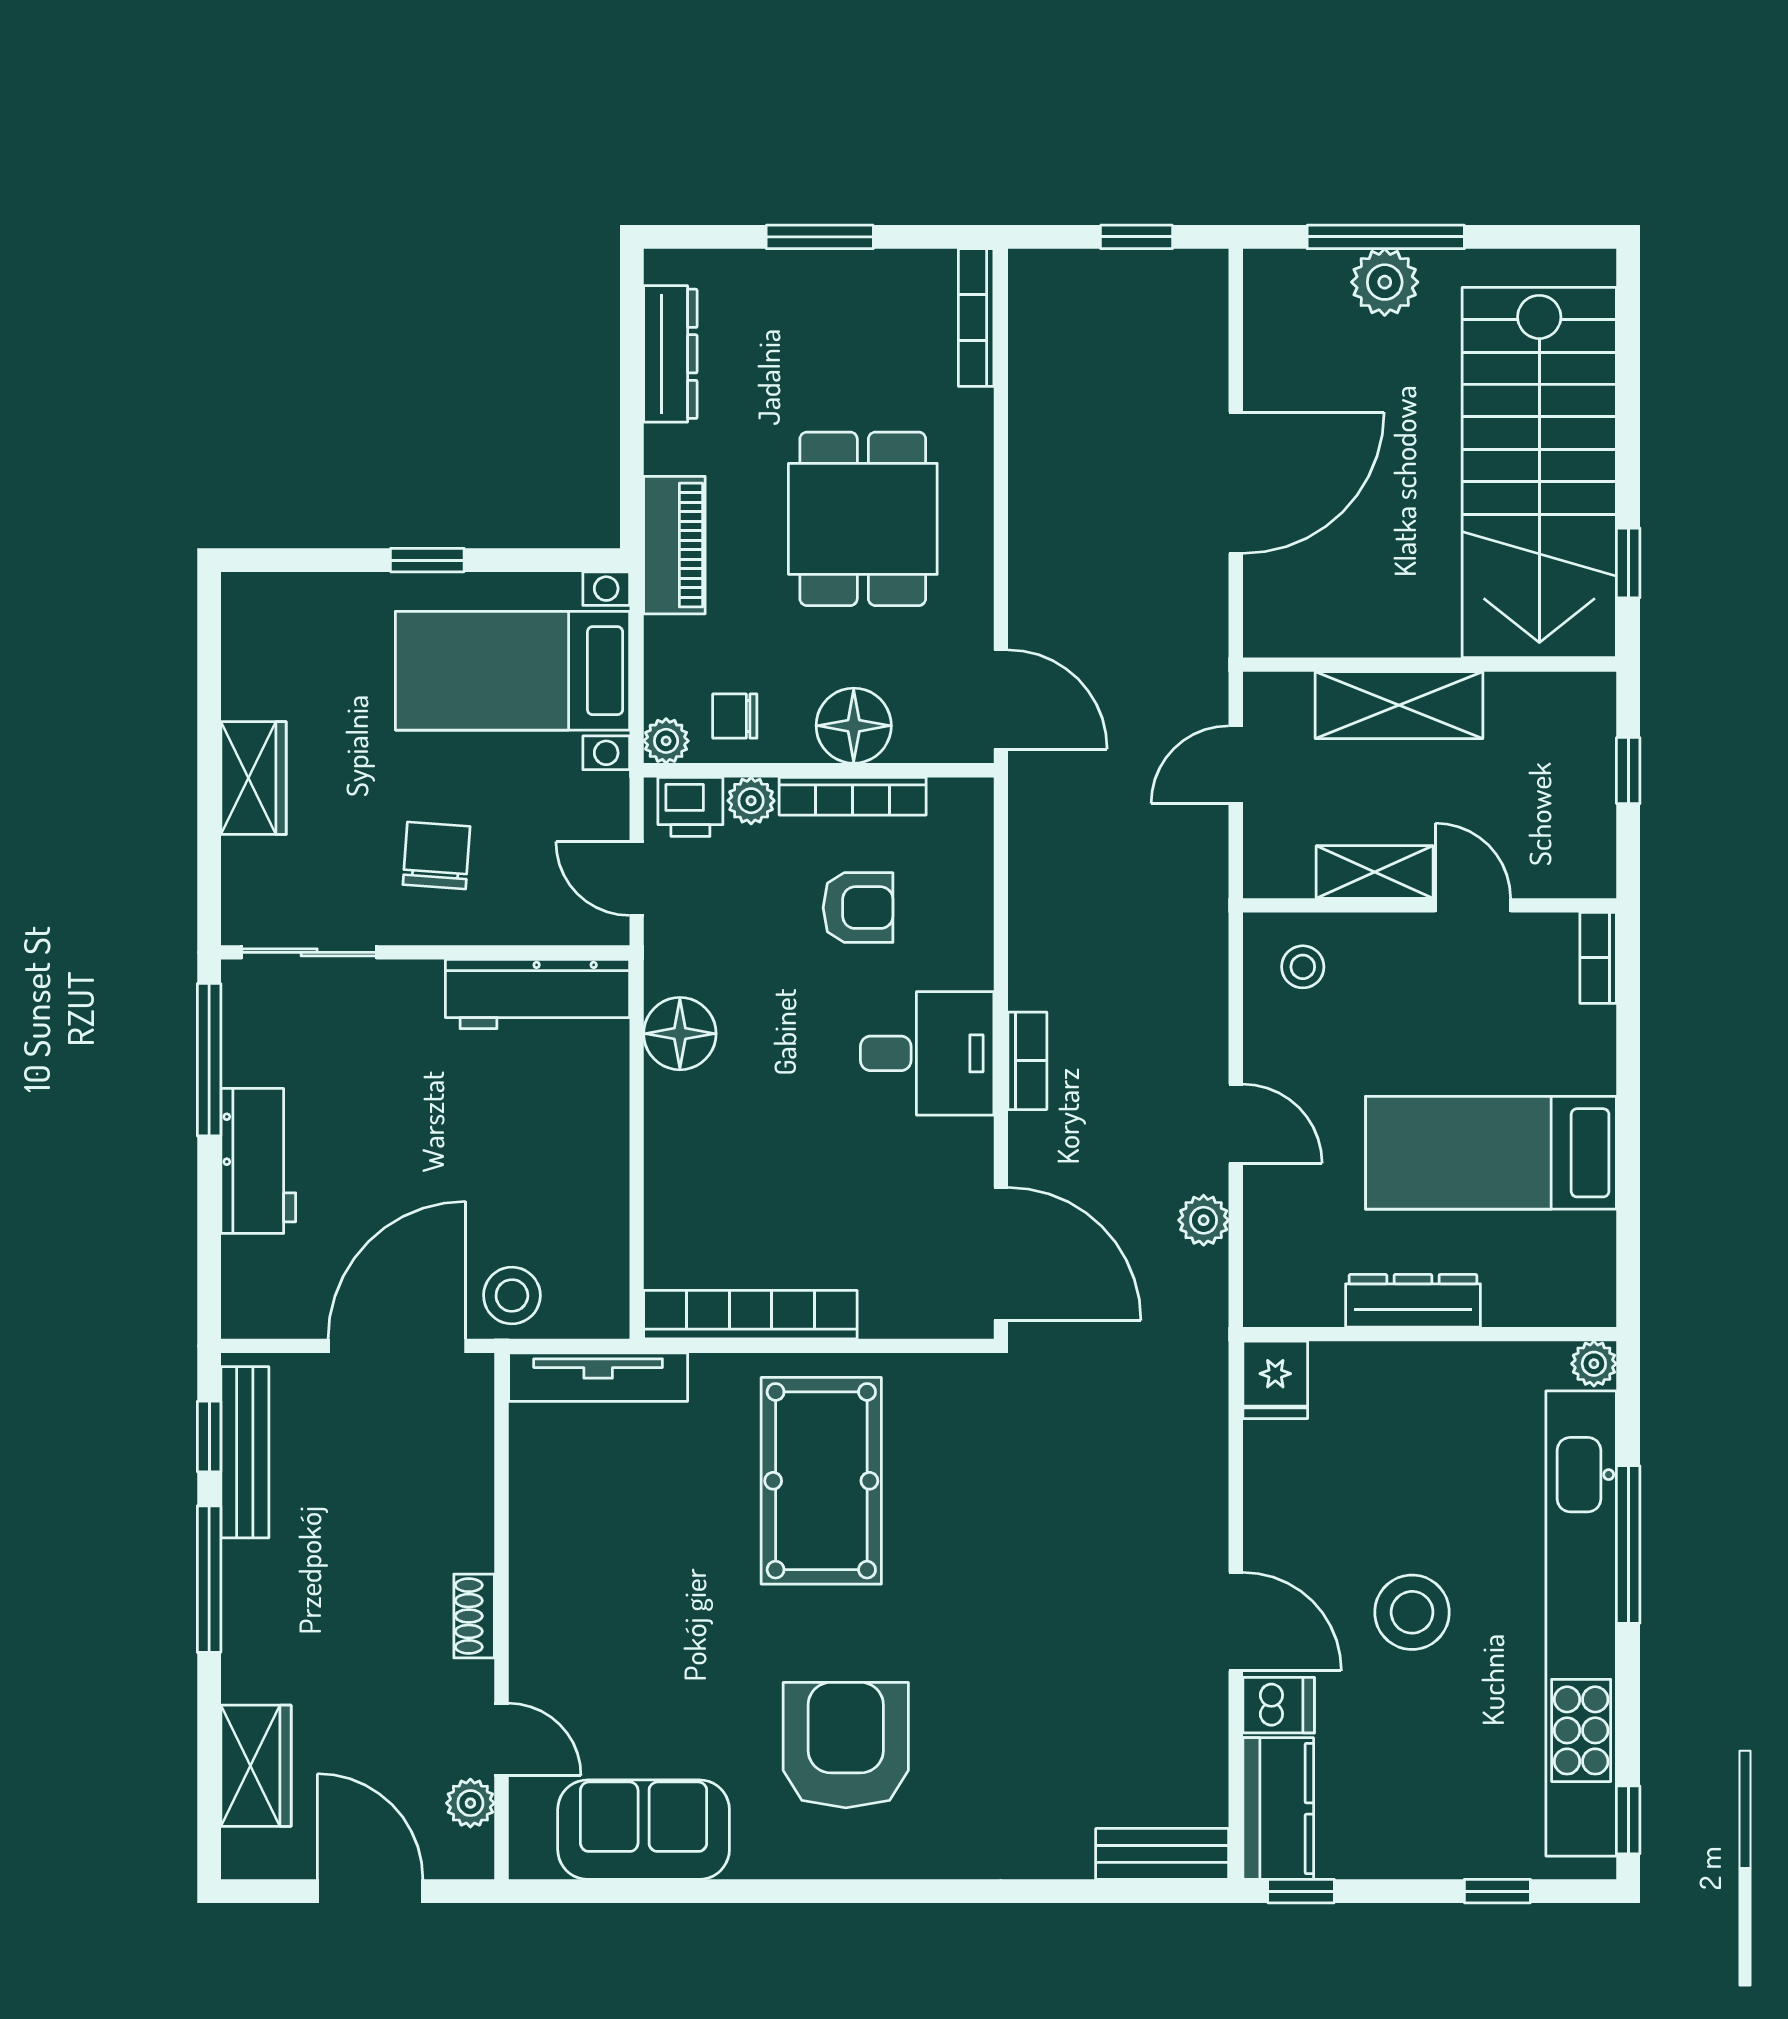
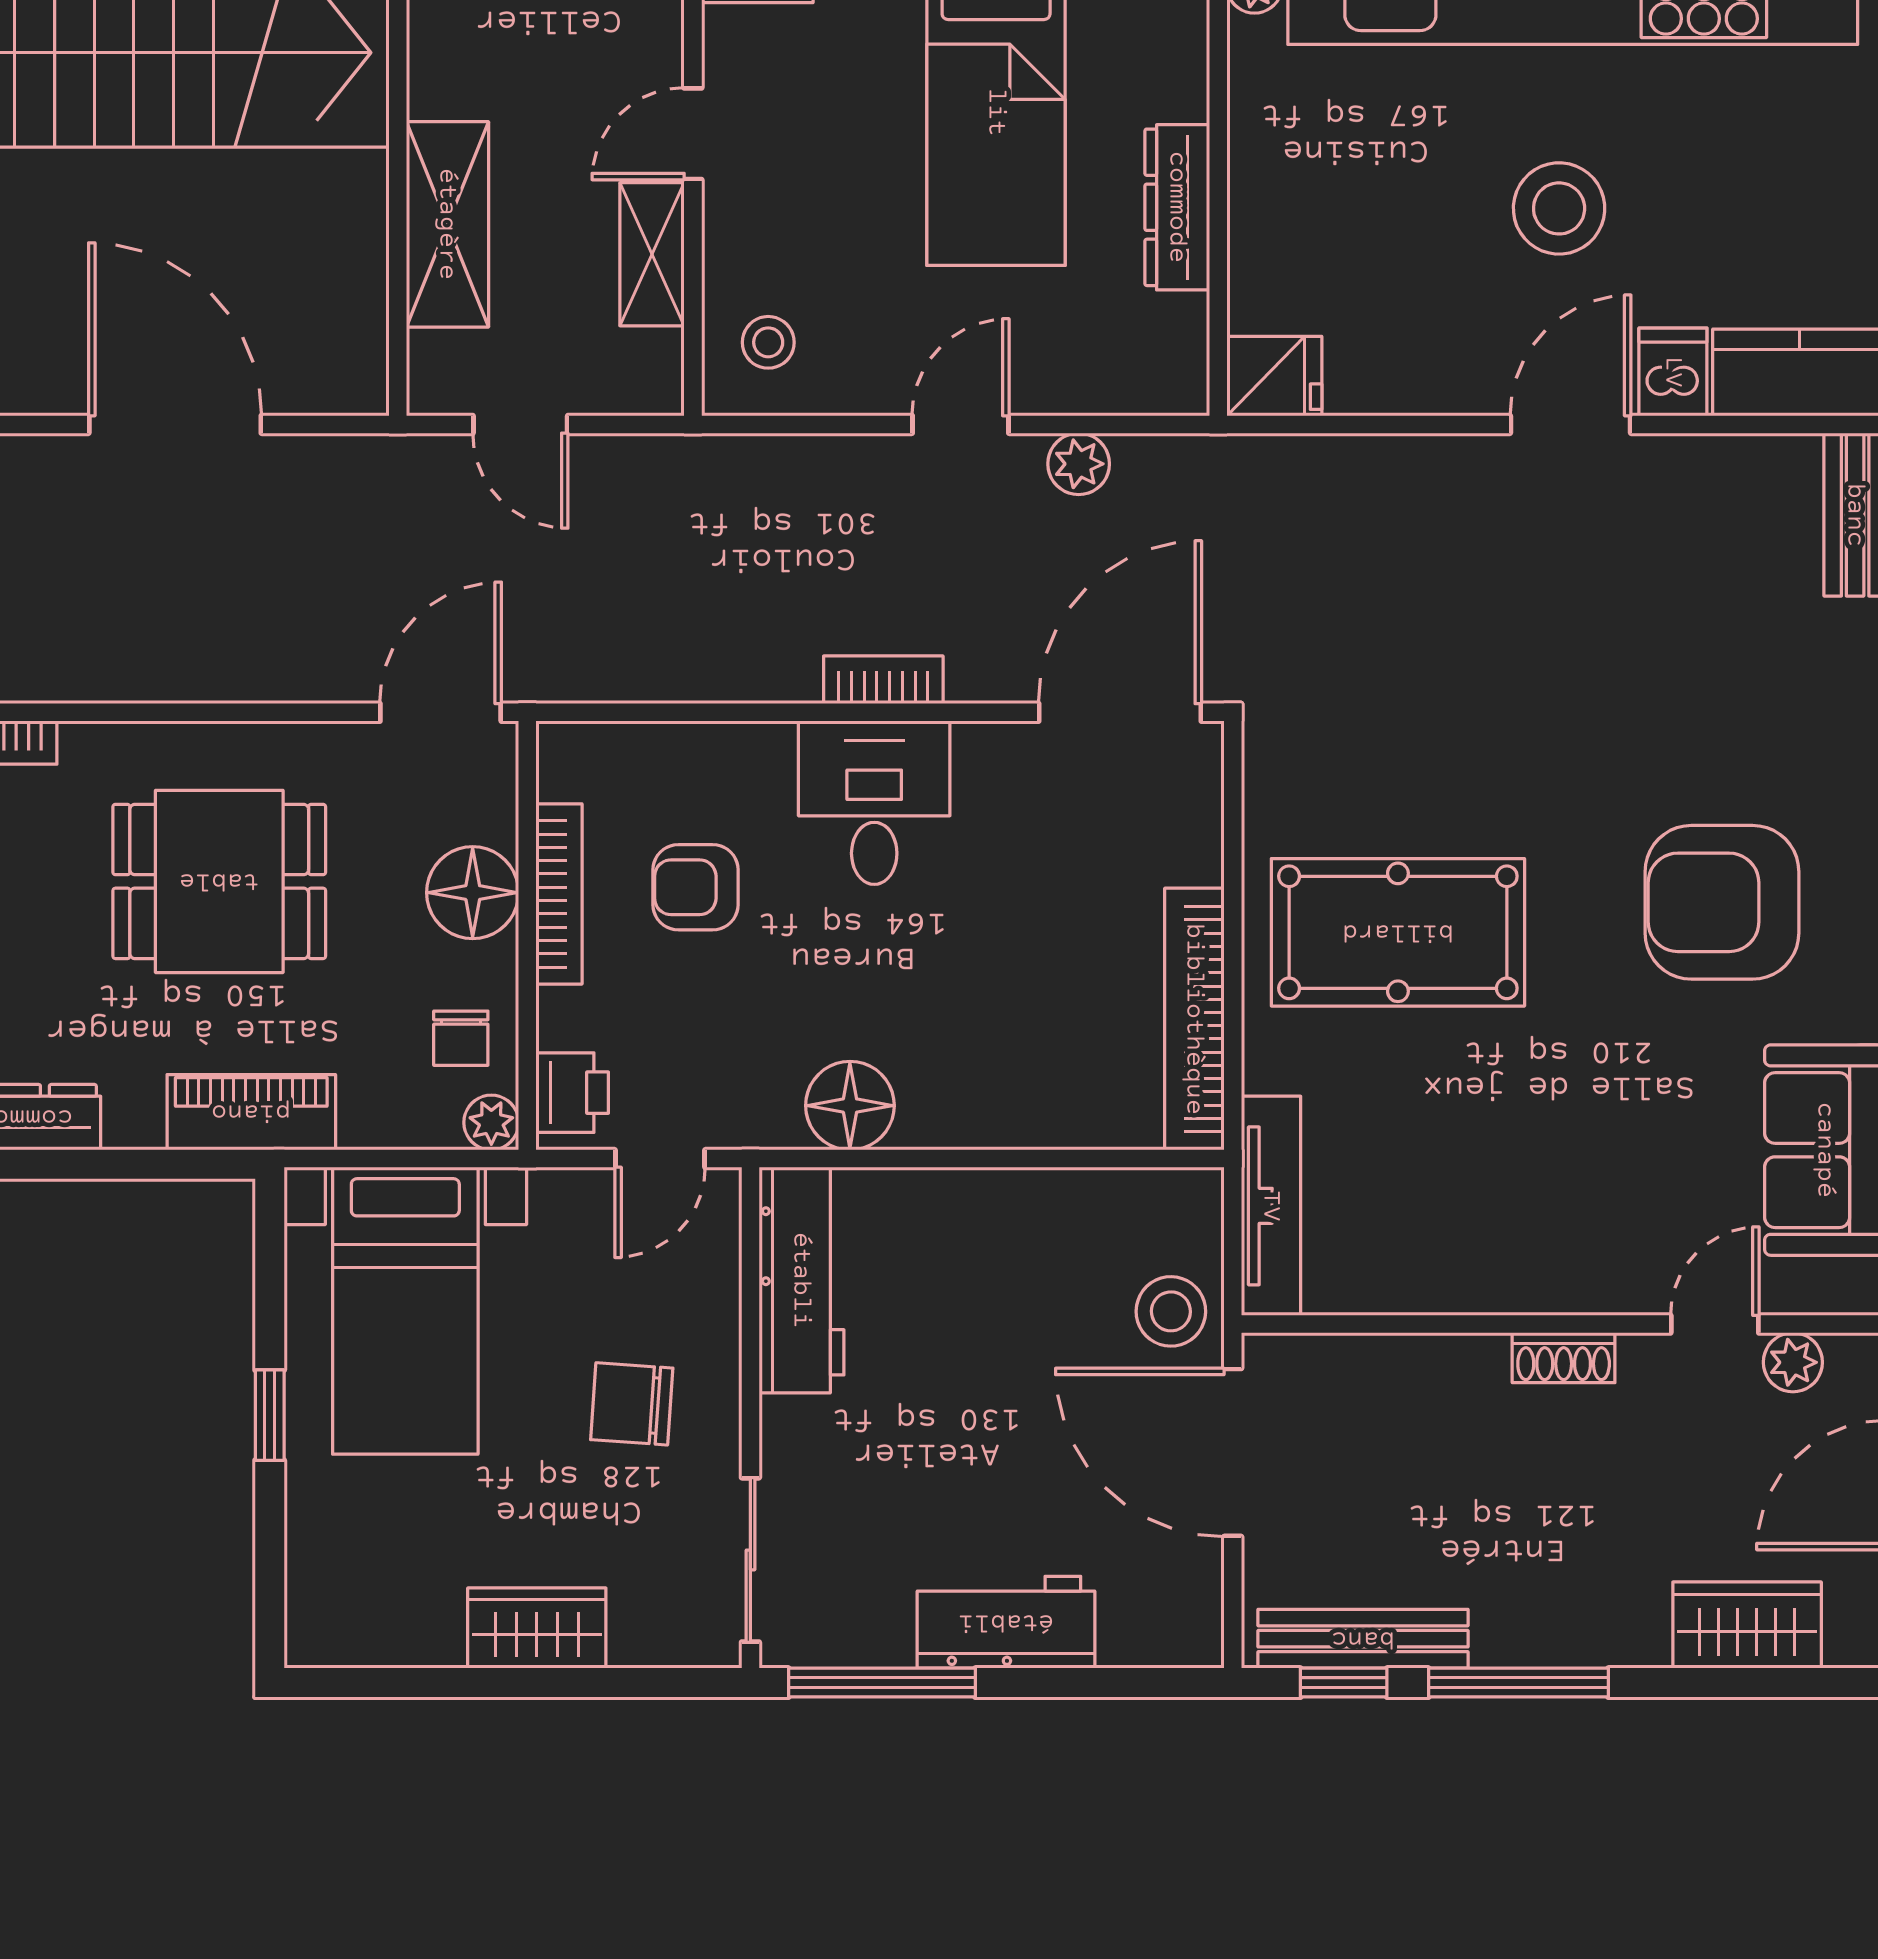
plant: (751, 801) -> (565, 1018), removed
armchair: (858, 908) -> (696, 887), turned -90

